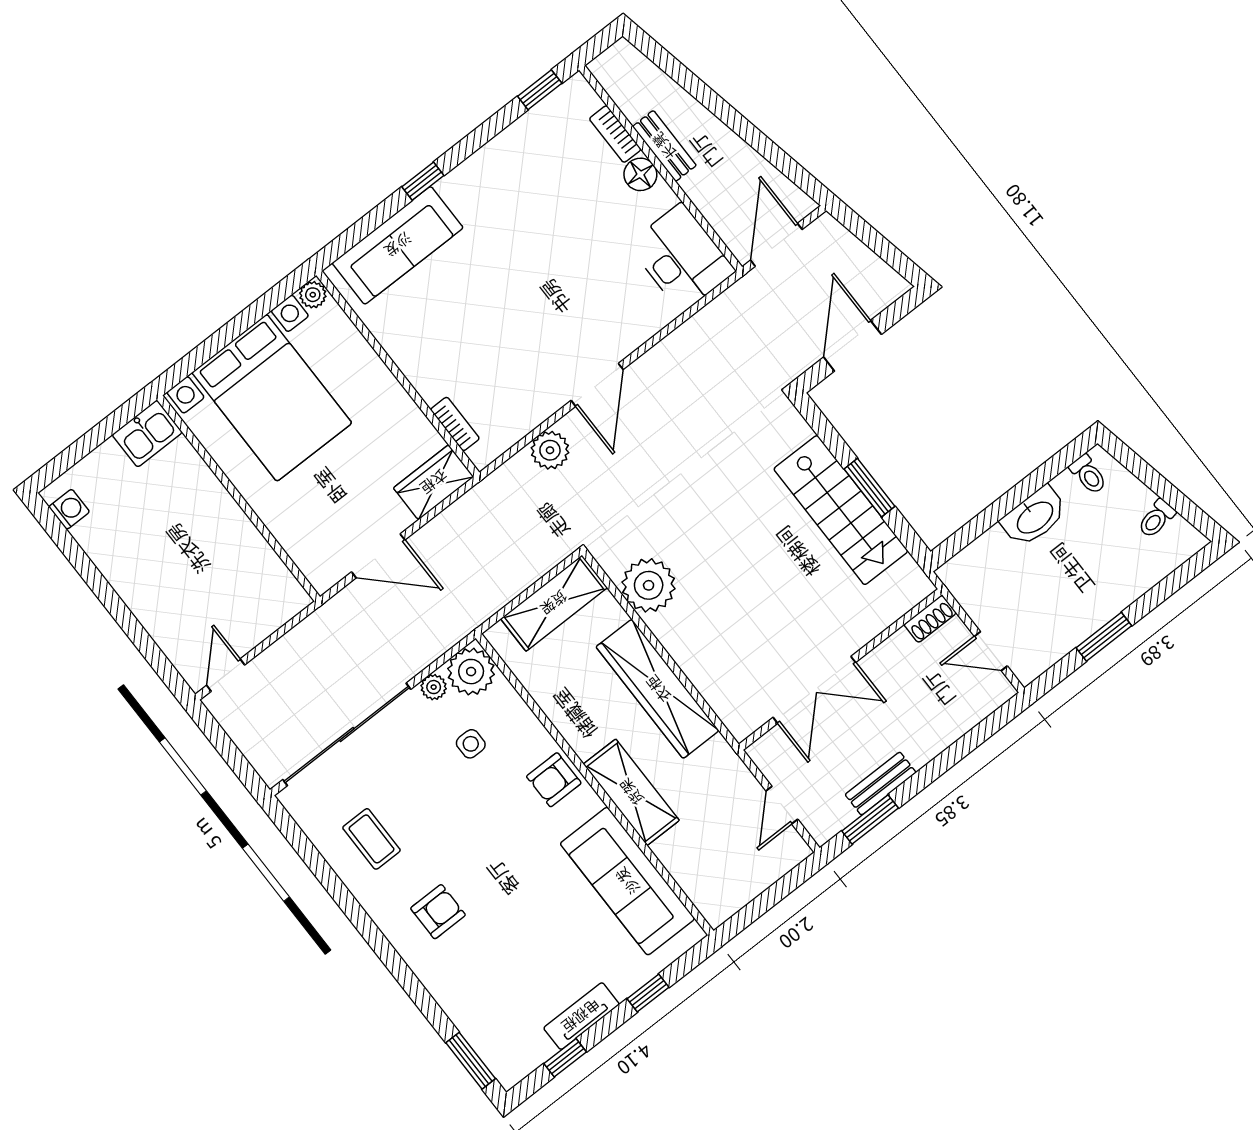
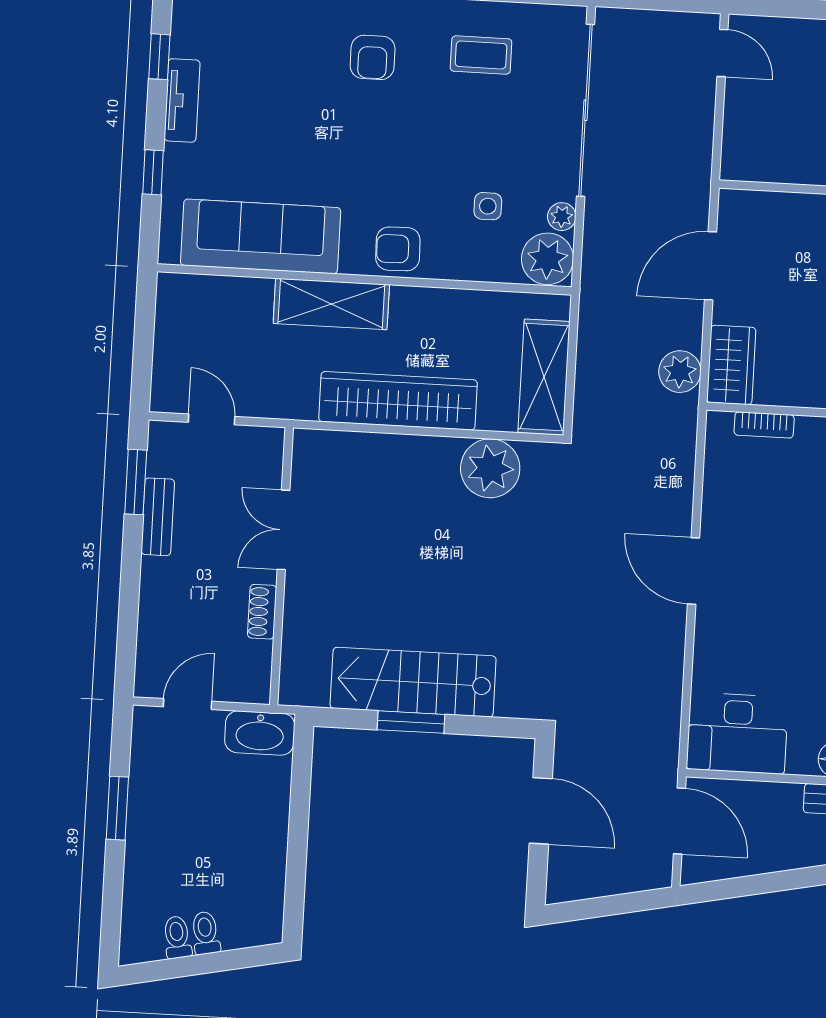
plant: (550, 450) -> (680, 372), moved
toilet: (1088, 474) -> (206, 933), moved, turned 79
washbasin: (1034, 517) -> (260, 733), moved, turned -90
shoe rack: (930, 619) -> (262, 612), moved
double door: (814, 690) -> (283, 530), width x0.73
armchair: (554, 780) -> (398, 249), turned -91

